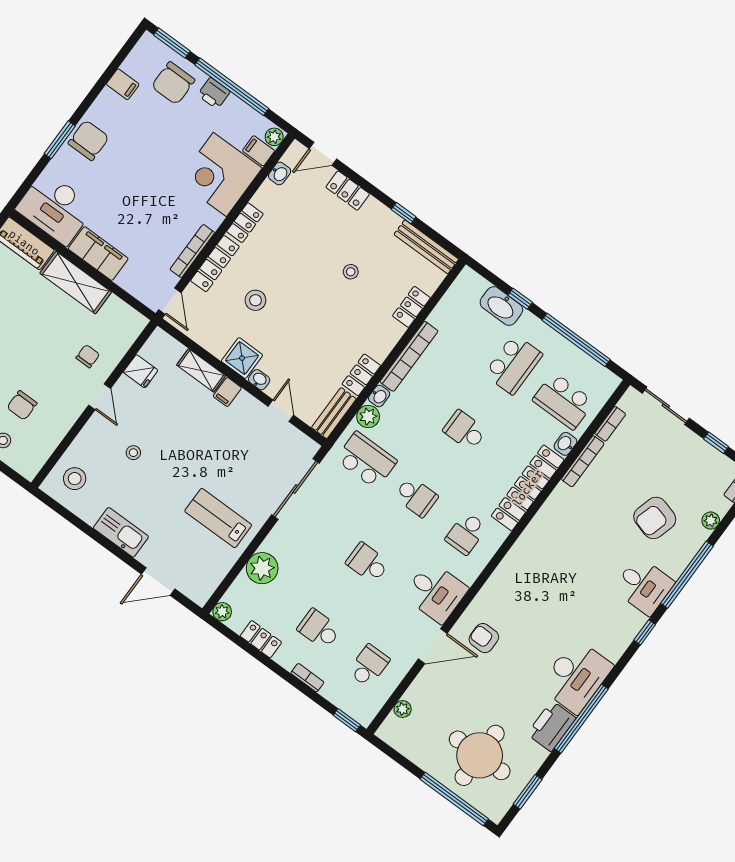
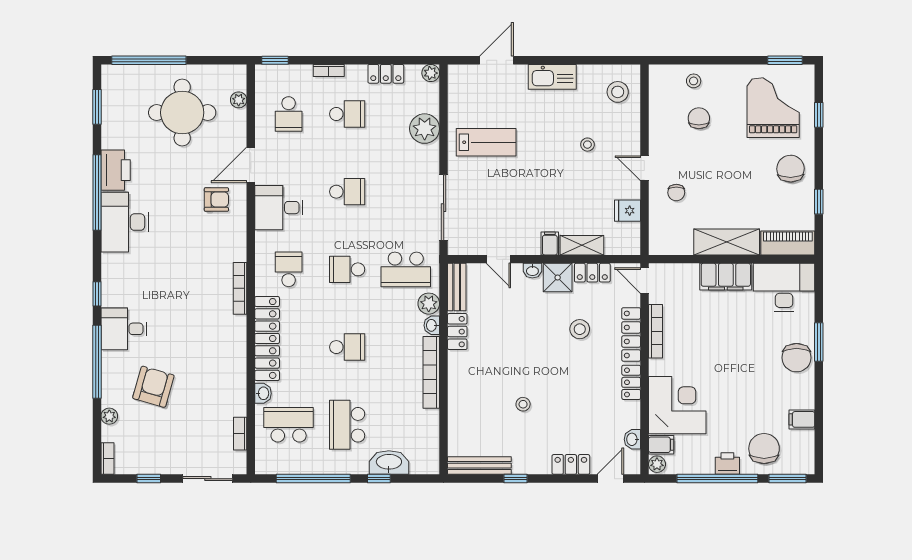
locker: (411, 307) -> (592, 273), moved, turned 90
bookcase: (583, 461) -> (240, 288), moved
round table: (480, 755) -> (182, 113), moved

